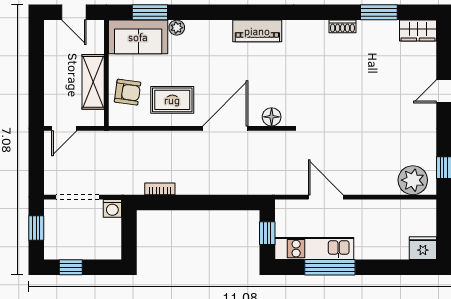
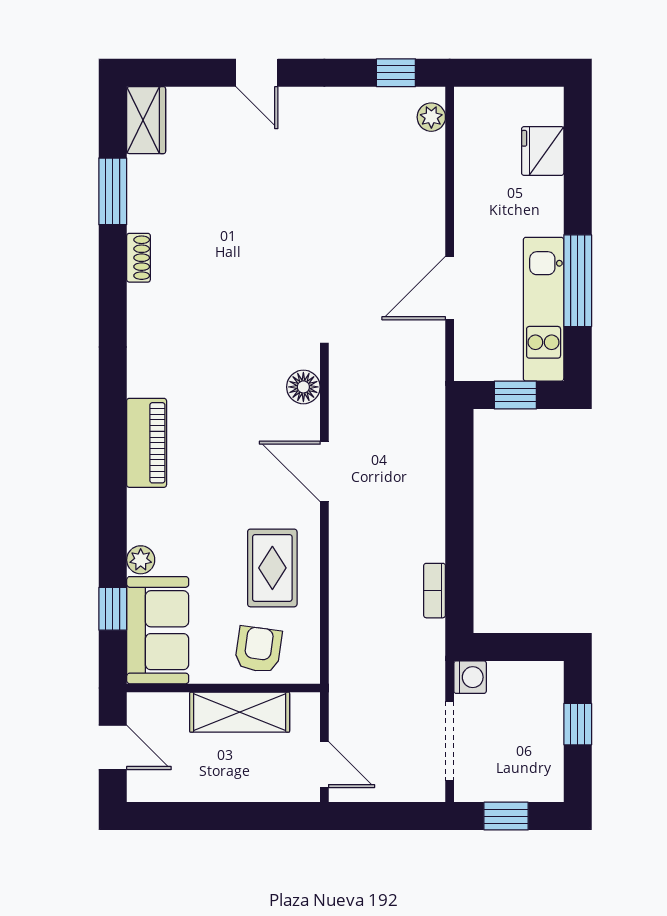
door: (74, 12) -> (113, 747), hinge flipped
window: (150, 12) -> (113, 609), width x0.67
piano: (257, 31) -> (147, 443), moved
door: (225, 128) -> (324, 471), width x0.73
plant: (413, 180) -> (431, 117), width x0.53, depth x0.53
fridge: (423, 248) -> (543, 151), moved
window: (71, 267) -> (578, 724), moved

